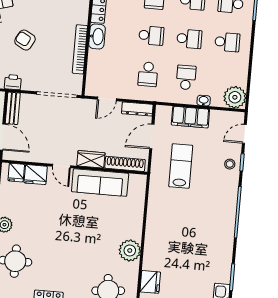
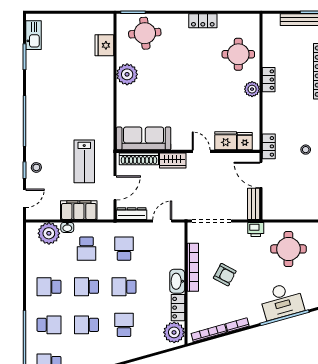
armchair: (25, 40) -> (225, 275), moved
plant: (235, 97) -> (49, 233), moved
sofa: (100, 183) -> (144, 138), moved

